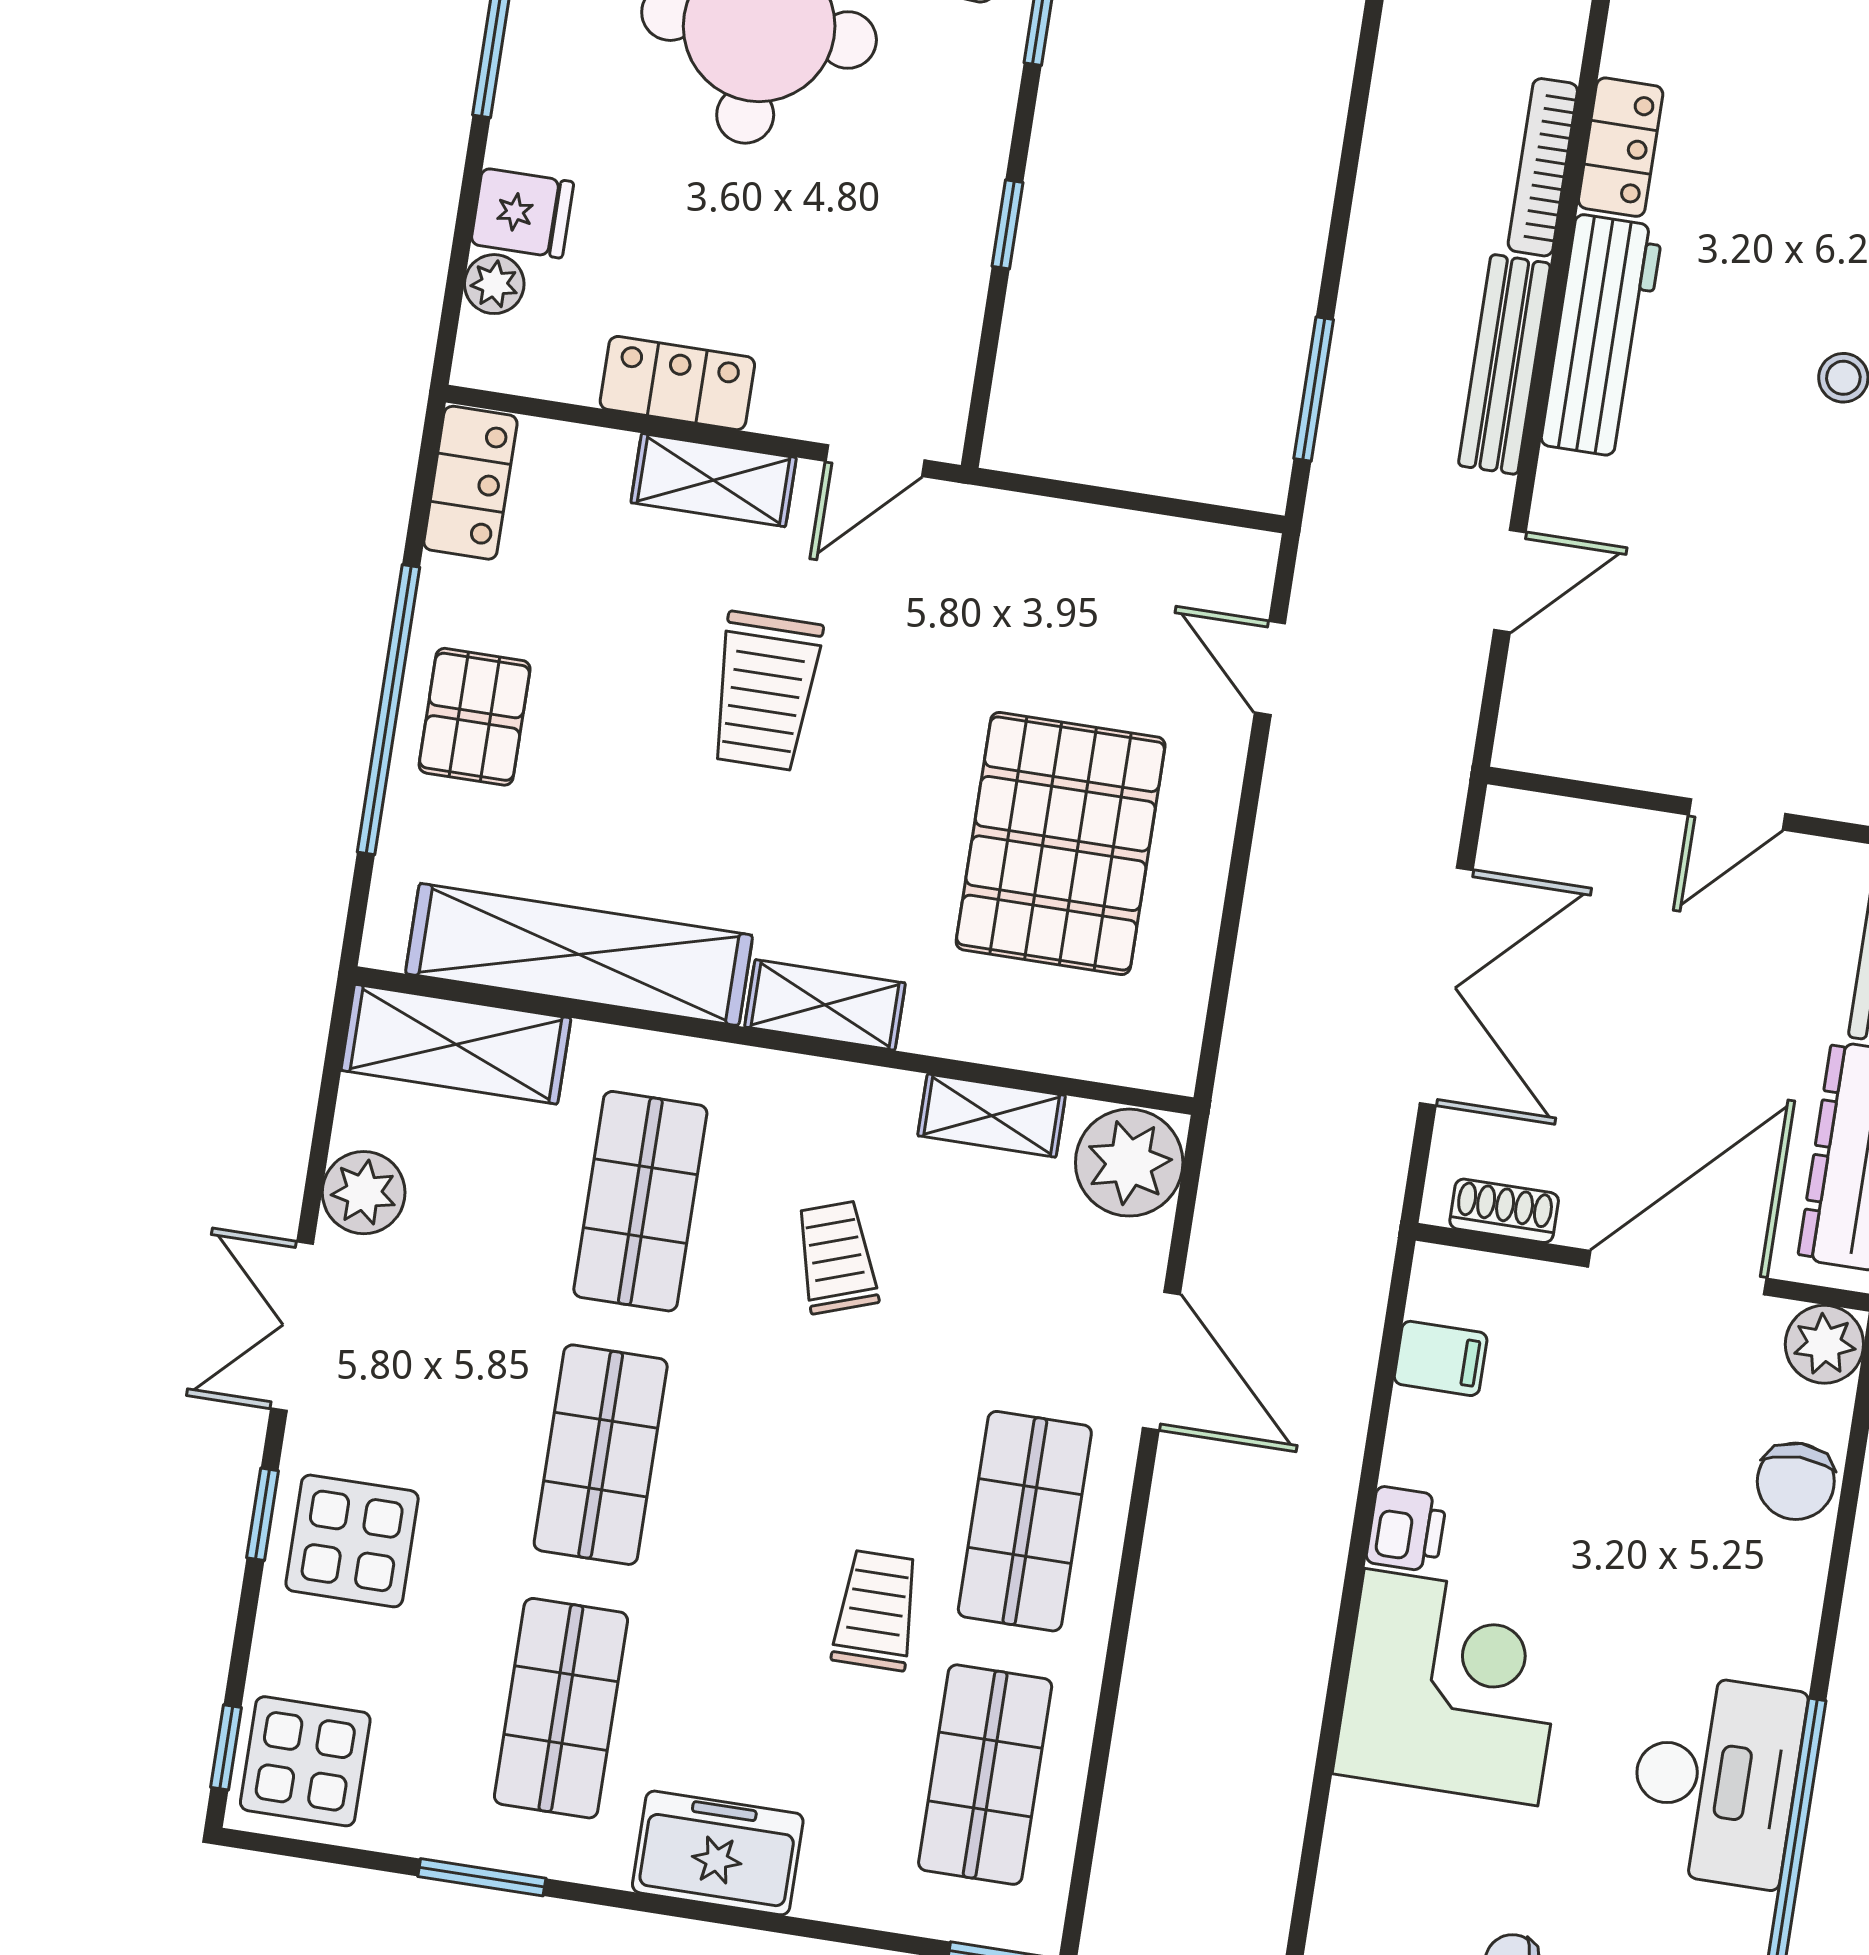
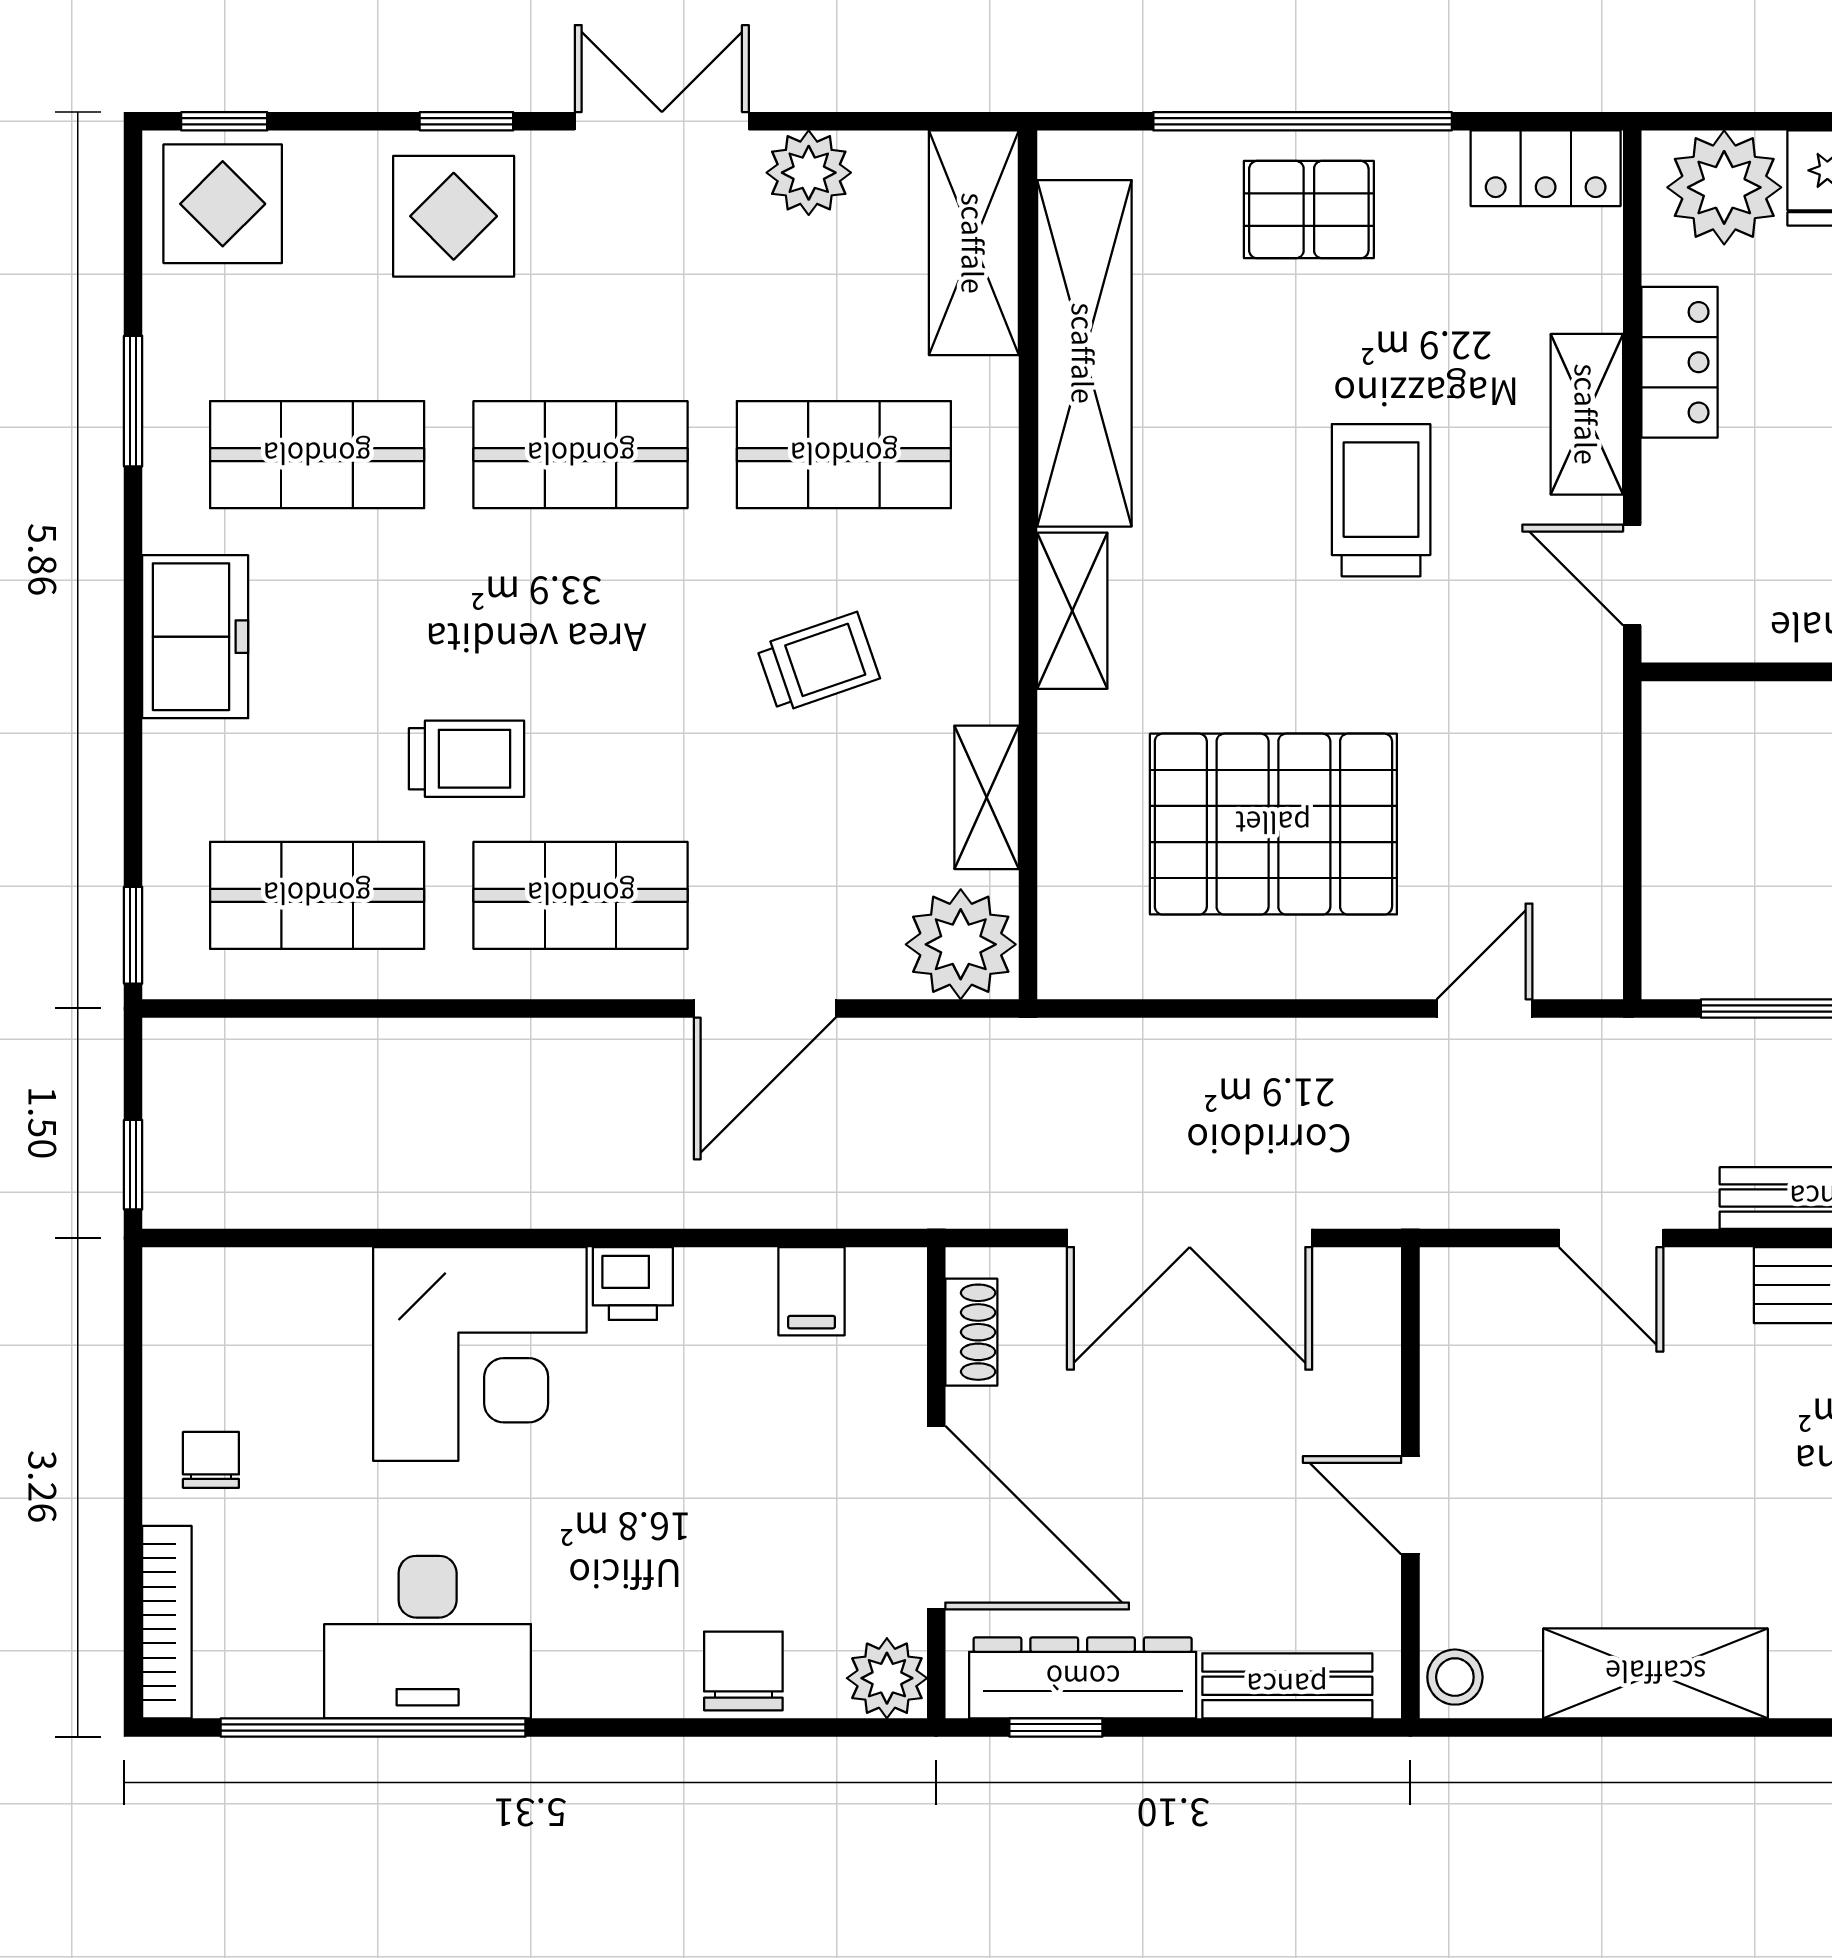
plant: (494, 284) -> (1724, 187), width x1.88, depth x1.88
trolley: (765, 691) -> (1381, 500), turned 90
chair: (1796, 1481) -> (743, 1671), turned 90

